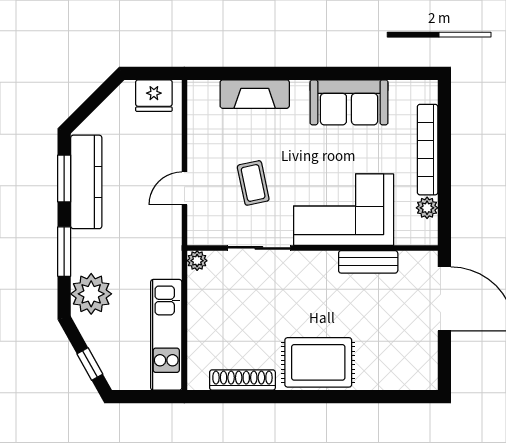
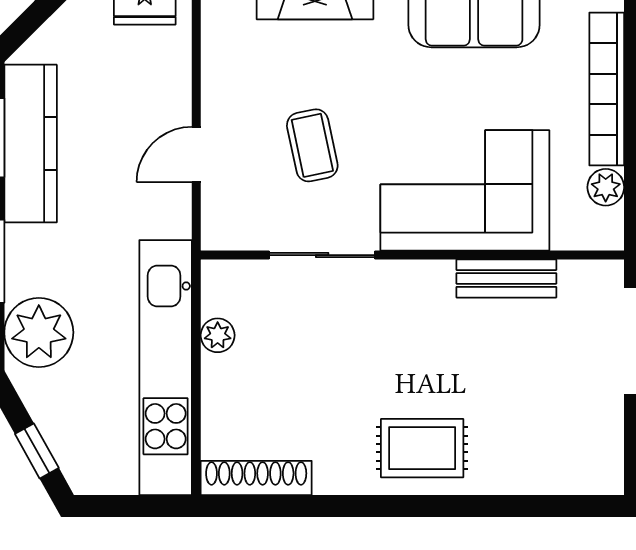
plant: (197, 261) -> (218, 335), moved
kitchen unit: (166, 335) -> (166, 368), width x1.36
rug: (318, 362) -> (422, 448), width x0.73, depth x0.70
shoe rack: (242, 380) -> (256, 478), moved

